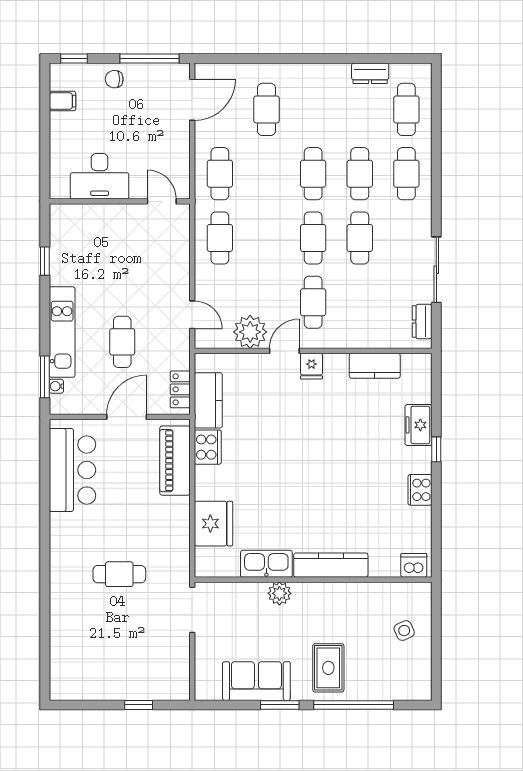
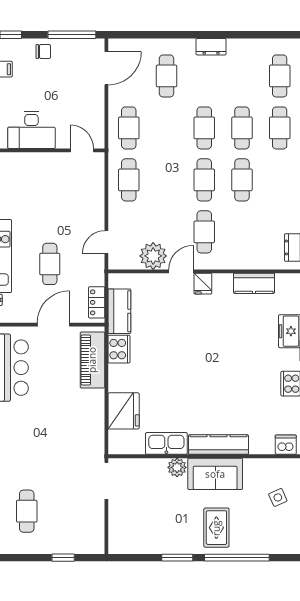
dresser: (370, 73) -> (211, 47), moved
chair: (114, 79) -> (43, 51), turned 180
door: (192, 315) -> (106, 242), swing flipped
cafe table: (119, 574) -> (27, 511), moved, turned 90
sofa: (256, 681) -> (215, 474), moved, turned 180

